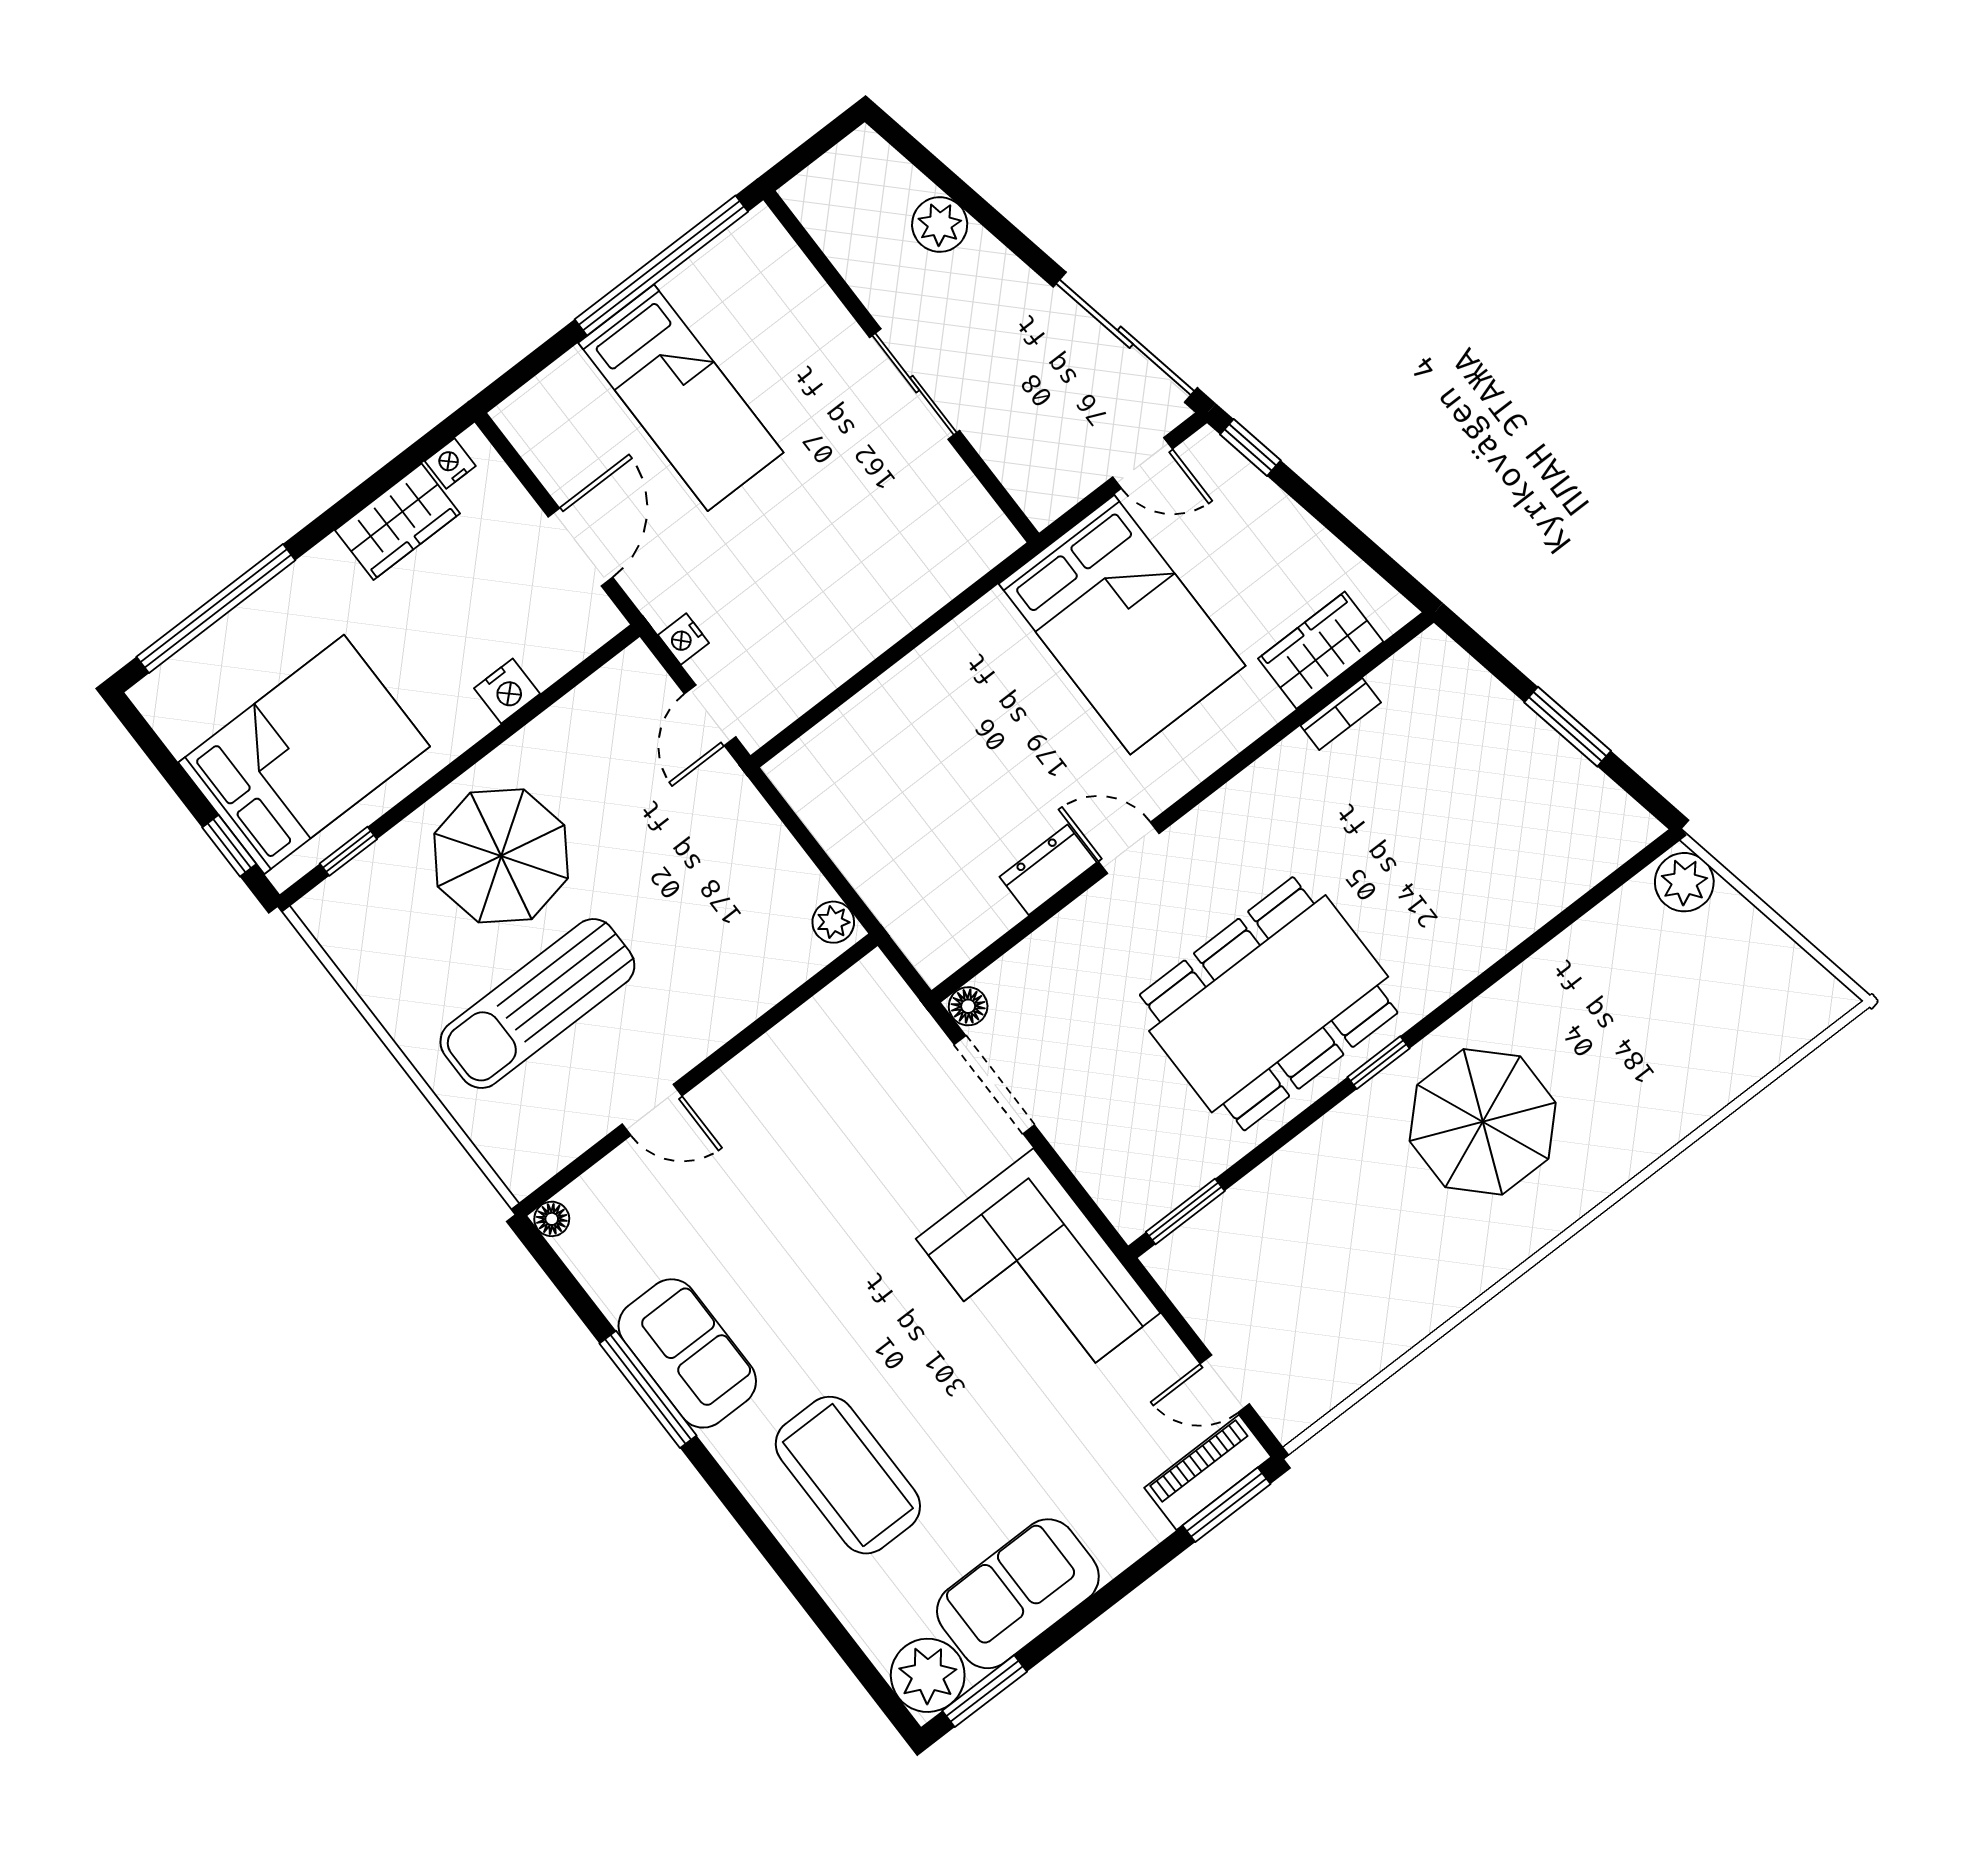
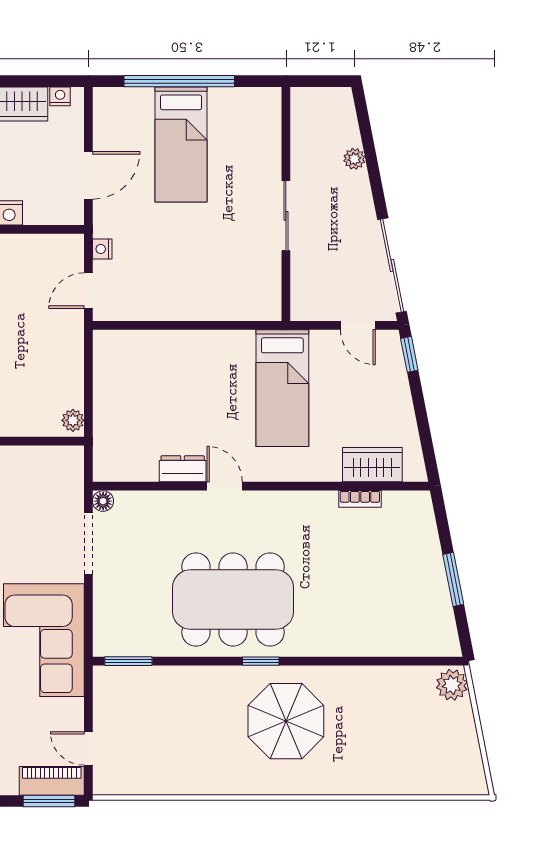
plant: (940, 224) -> (354, 159), width x0.73, depth x0.73
window: (661, 266) -> (179, 81), moved
bed: (1122, 625) -> (282, 388), width x0.67

